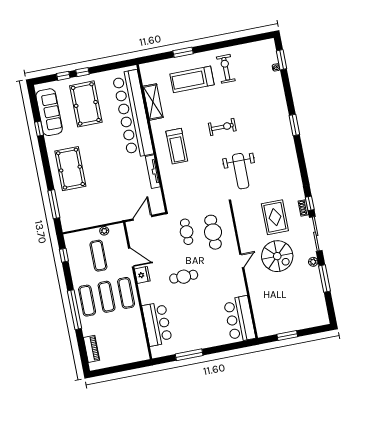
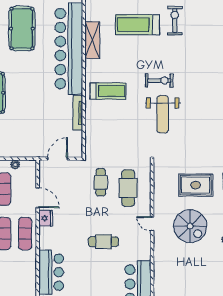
treadmill: (177, 146) -> (108, 91), turned -90
weight bench: (241, 171) -> (163, 114), moved
rug: (275, 217) -> (196, 185), turned 90
door: (242, 261) -> (152, 224), swing flipped
cafe table: (184, 277) -> (103, 242), moved

